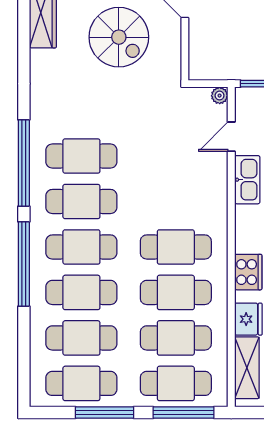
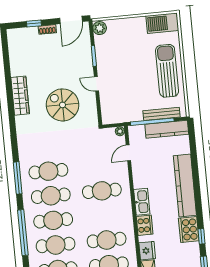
spiral stairs: (119, 37) -> (62, 105), turned 180
window: (24, 163) -> (18, 178), width x0.68
kitchen sink: (247, 180) -> (142, 202), moved
cafe table: (176, 247) -> (102, 191), moved

